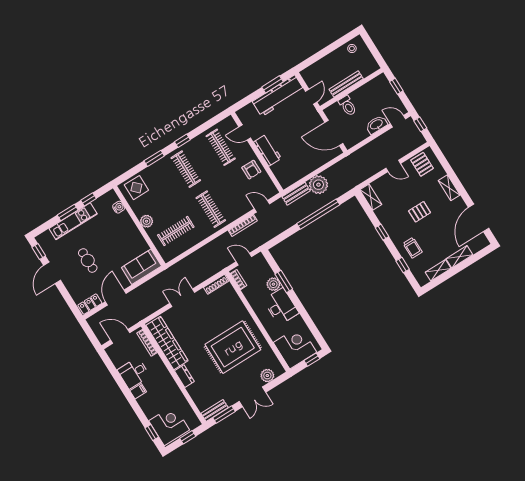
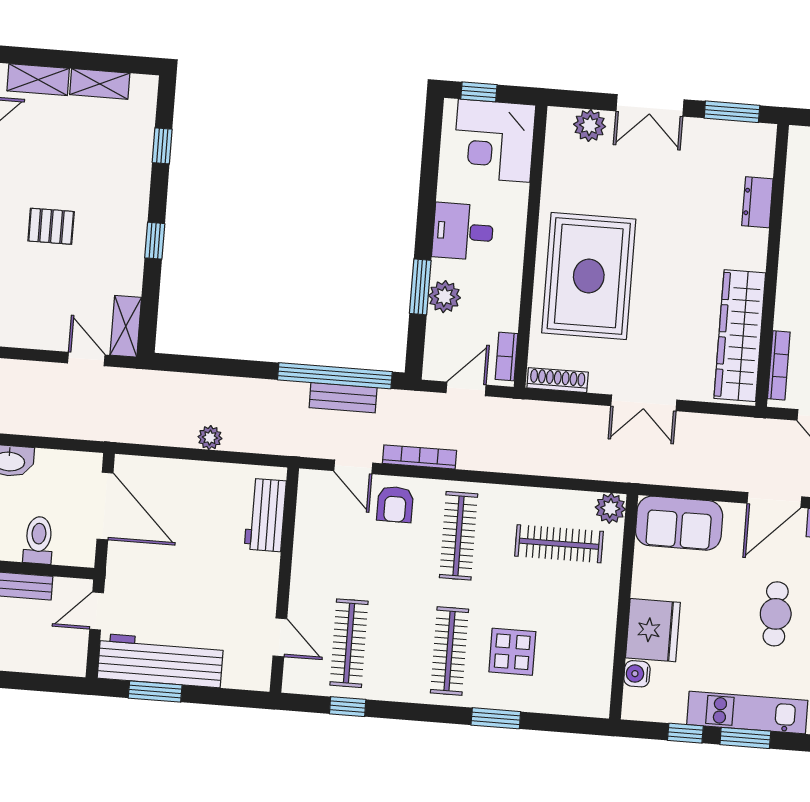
window: (182, 141) -> (348, 707), moved
workbench: (267, 150) -> (265, 515), moved
door: (393, 166) -> (86, 359), moved
armchair: (251, 170) -> (395, 504), moved, turned 180
plant: (318, 185) -> (210, 438), width x0.53, depth x0.53
display table: (136, 188) -> (512, 652), moved
bench: (296, 194) -> (343, 398), moved
window: (318, 214) -> (335, 376), moved
plant: (147, 221) -> (610, 508), moved
fridge: (124, 225) -> (653, 630), added
trolley: (413, 248) -> (117, 166), removed
door: (244, 259) -> (466, 389), swing flipped
desk: (281, 306) -> (463, 232), width x0.73
rug: (233, 347) -> (589, 276), moved, turned 90
dresser: (184, 376) -> (757, 202), moved
double door: (252, 397) -> (650, 105), swing flipped
bench: (215, 410) -> (745, 134), removed

